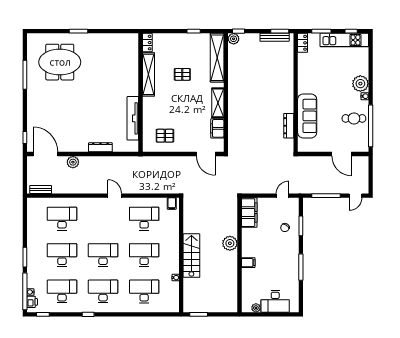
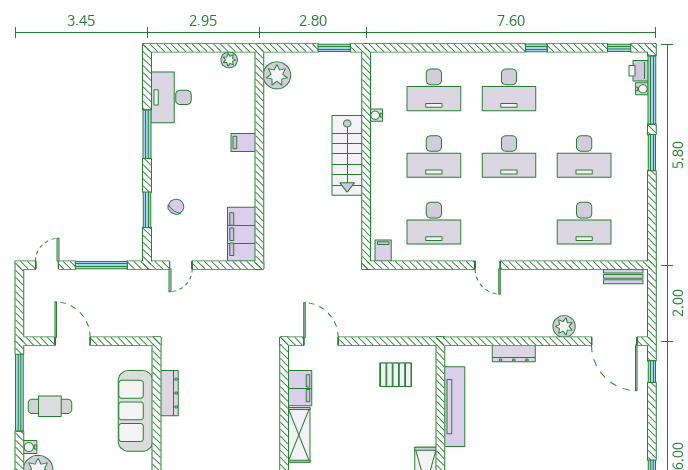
plant: (230, 243) -> (277, 75), moved
desk: (62, 291) -> (584, 90), removed
desk: (275, 301) -> (171, 97), moved, turned -90

